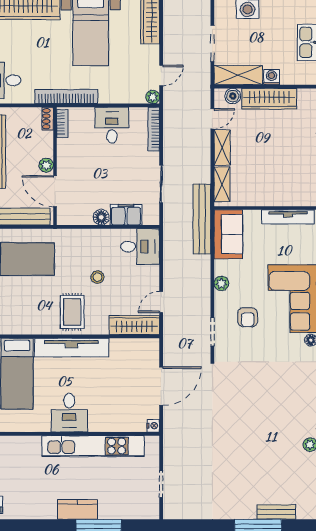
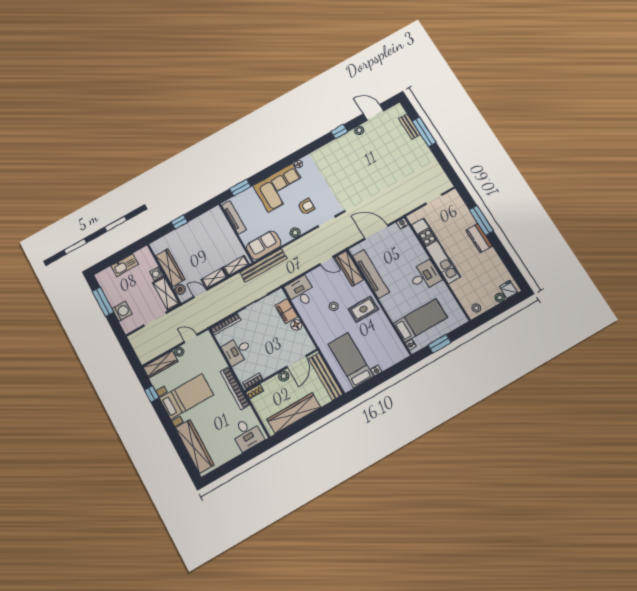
plant: (153, 97) -> (179, 352), moved
tv unit: (71, 348) -> (371, 274), moved

